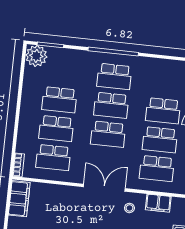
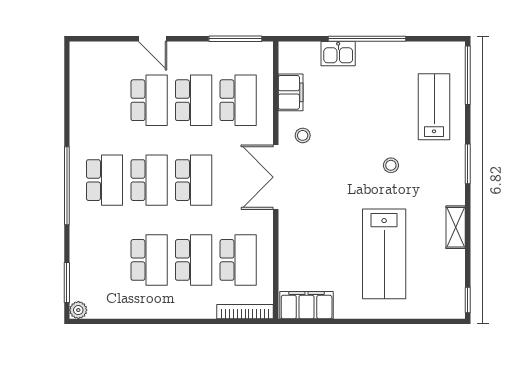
plant: (36, 56) -> (78, 310), width x0.53, depth x0.53
bookcase: (18, 165) -> (245, 312), width x1.56

